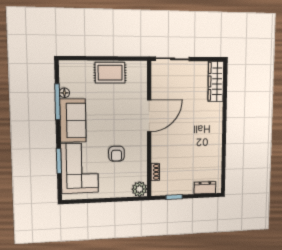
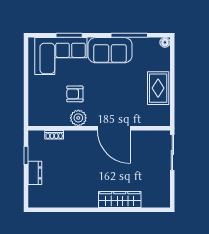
wardrobe: (216, 81) -> (120, 199), moved
floor lamp: (64, 93) -> (165, 42), moved
dresser: (205, 188) -> (35, 173), moved
plant: (140, 189) -> (78, 118), moved

